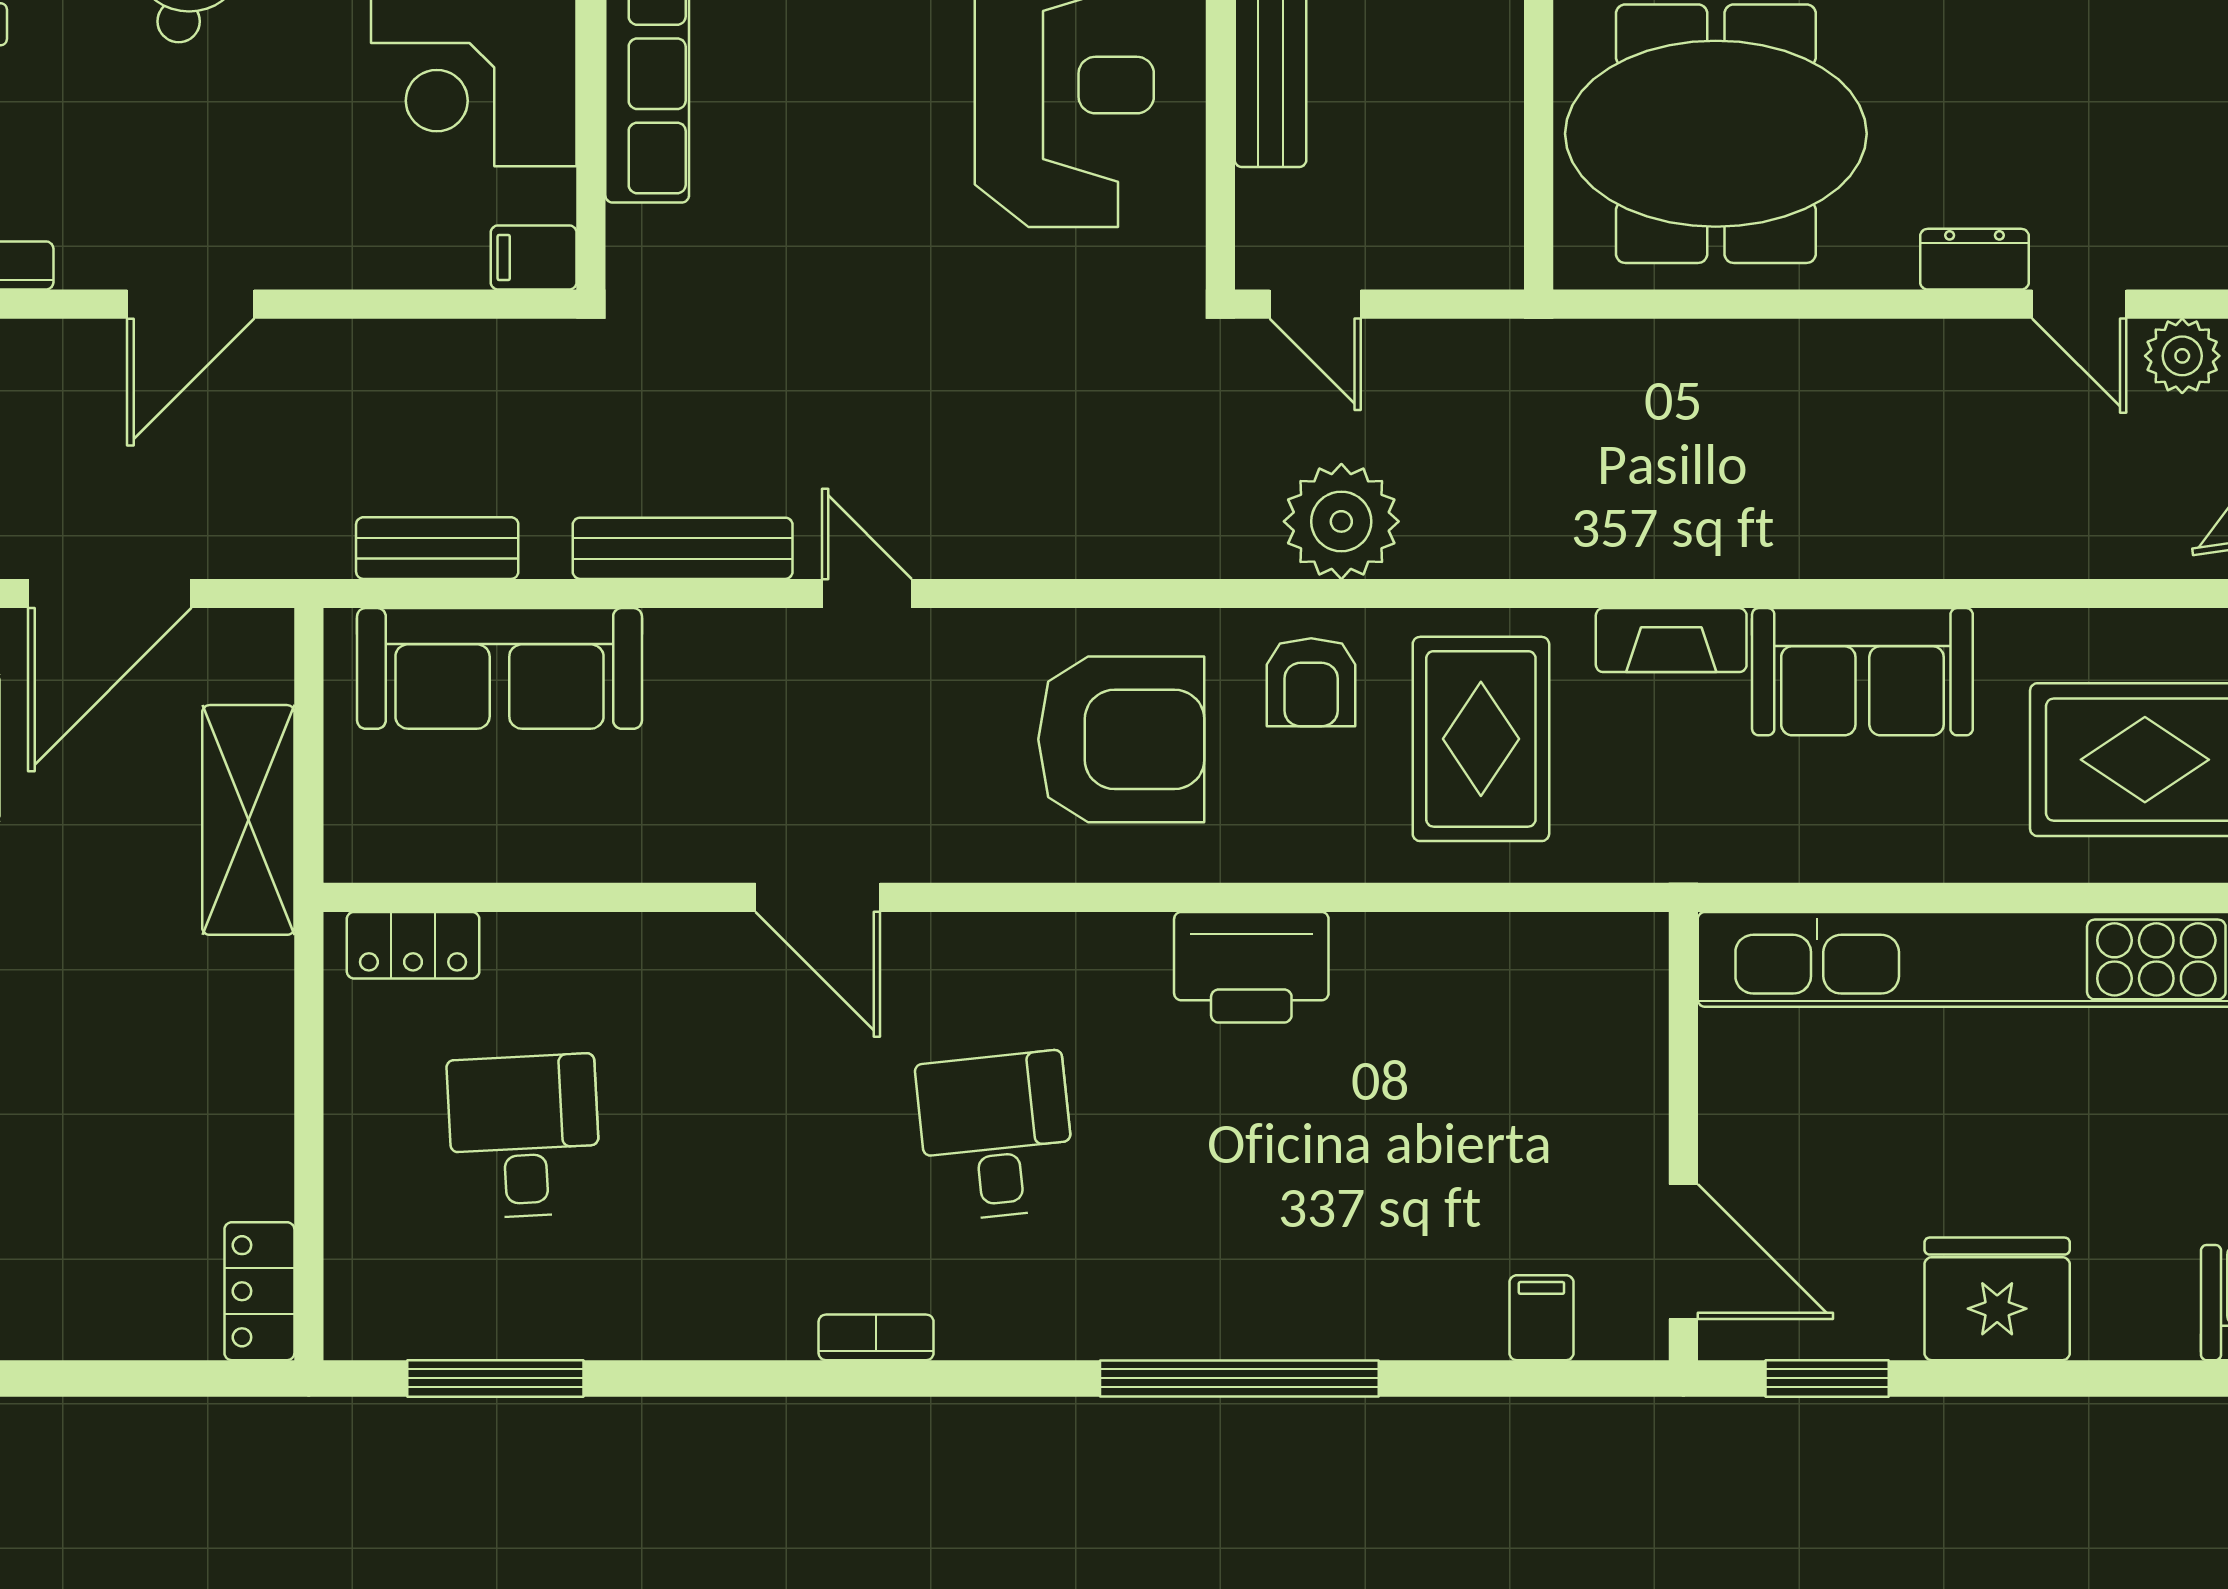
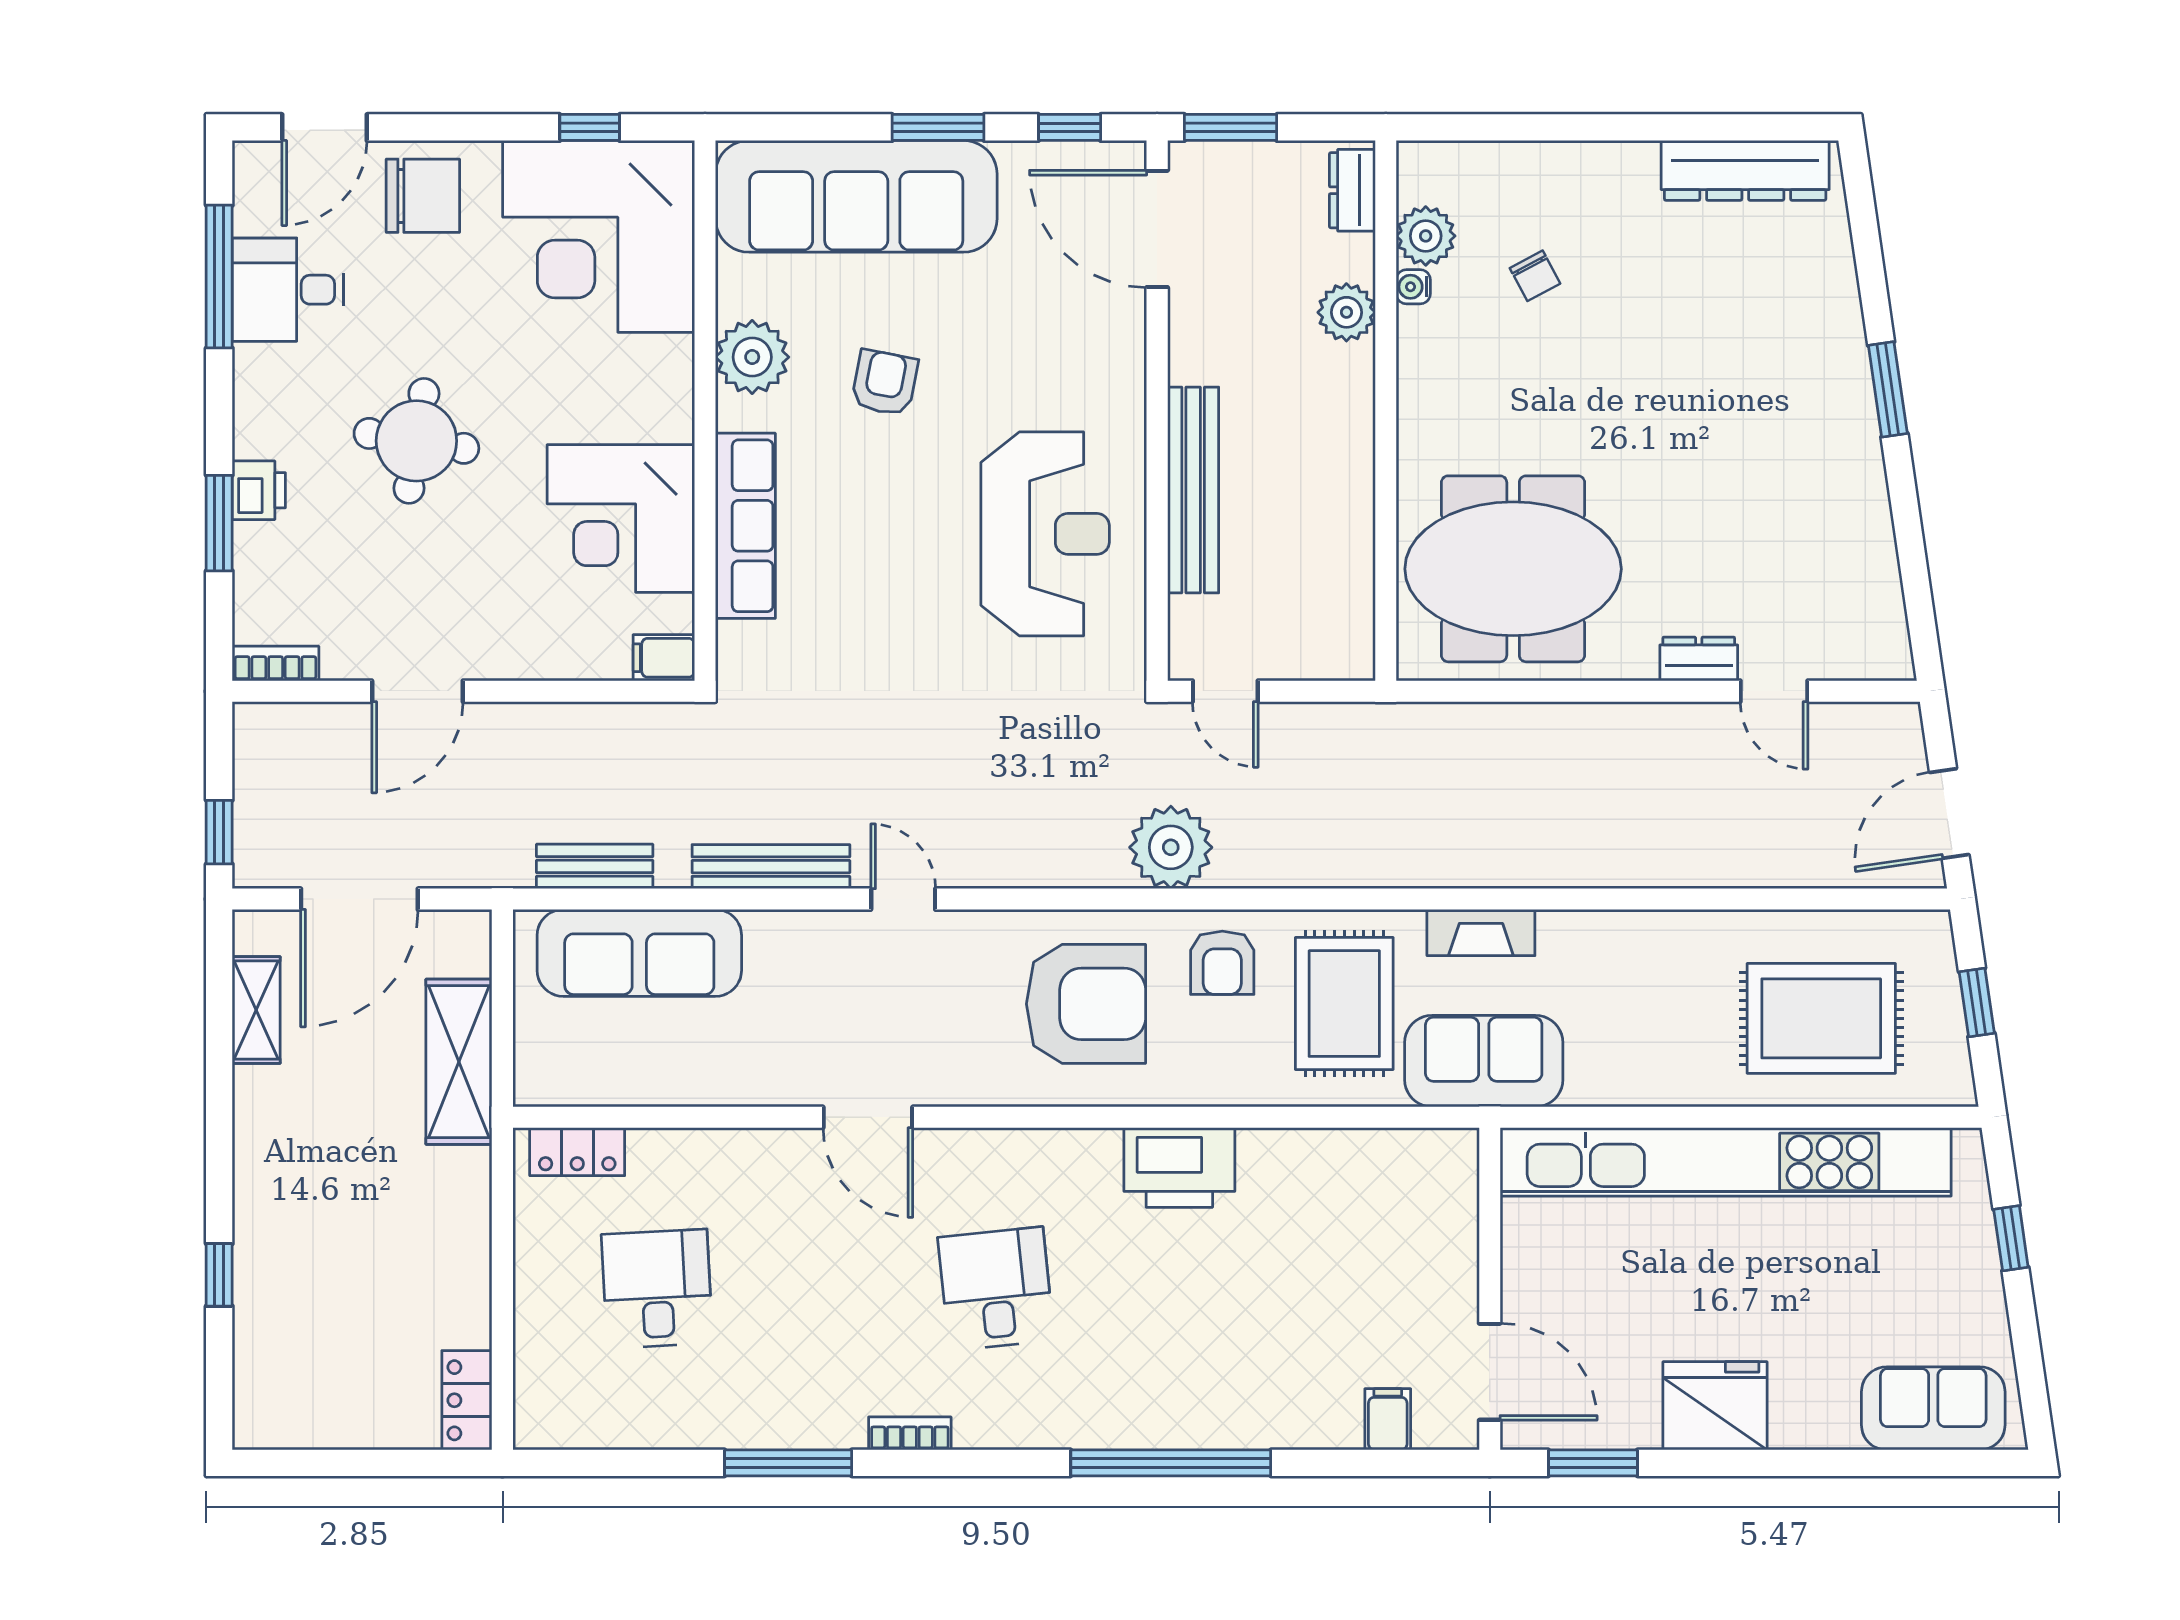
plant: (2182, 356) -> (1848, 728), removed
plant: (1341, 521) -> (1171, 847), moved
sofa: (1862, 672) -> (1484, 1061), moved, turned 180
window: (495, 1378) -> (788, 1463), moved

